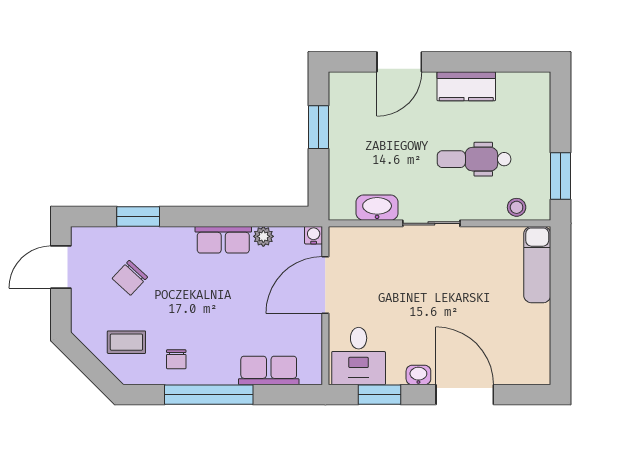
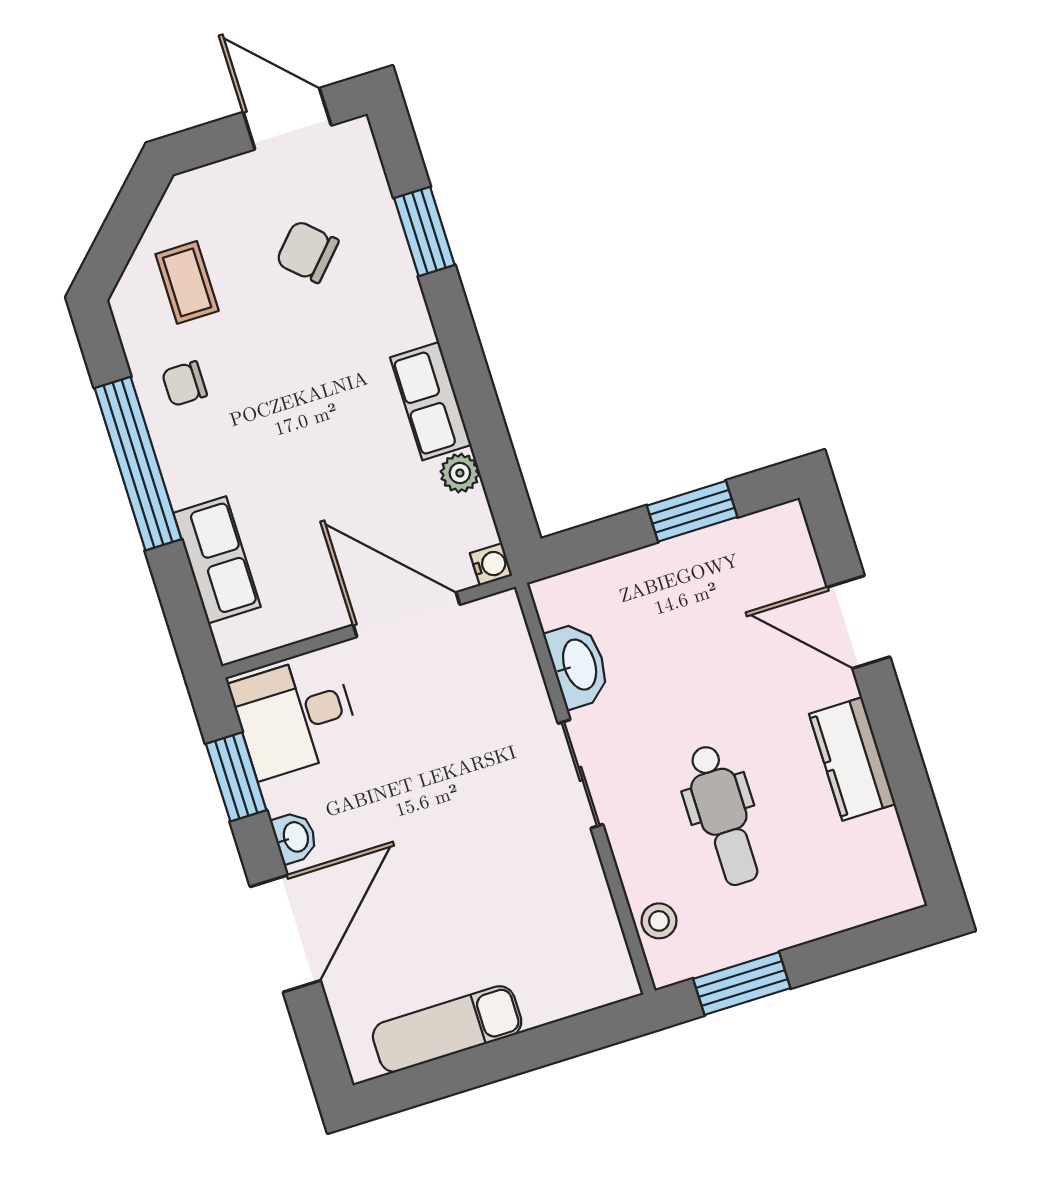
dental chair: (474, 159) -> (723, 815), turned 180
exam couch: (537, 265) -> (447, 1029), moved

